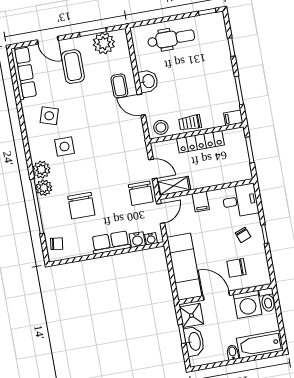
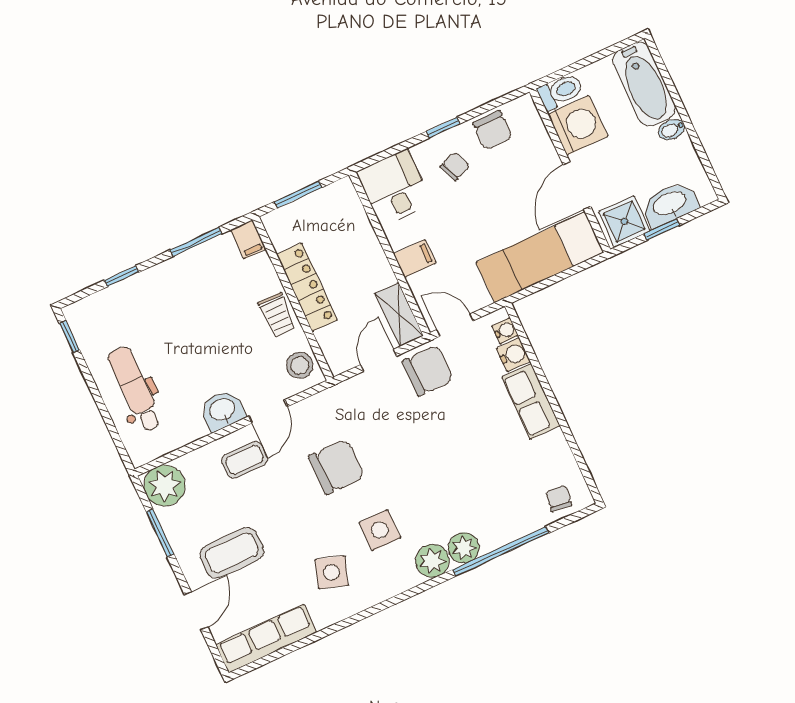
plant: (104, 43) -> (165, 486), moved
chair: (81, 206) -> (337, 467), moved
chair: (236, 268) -> (493, 130), moved

